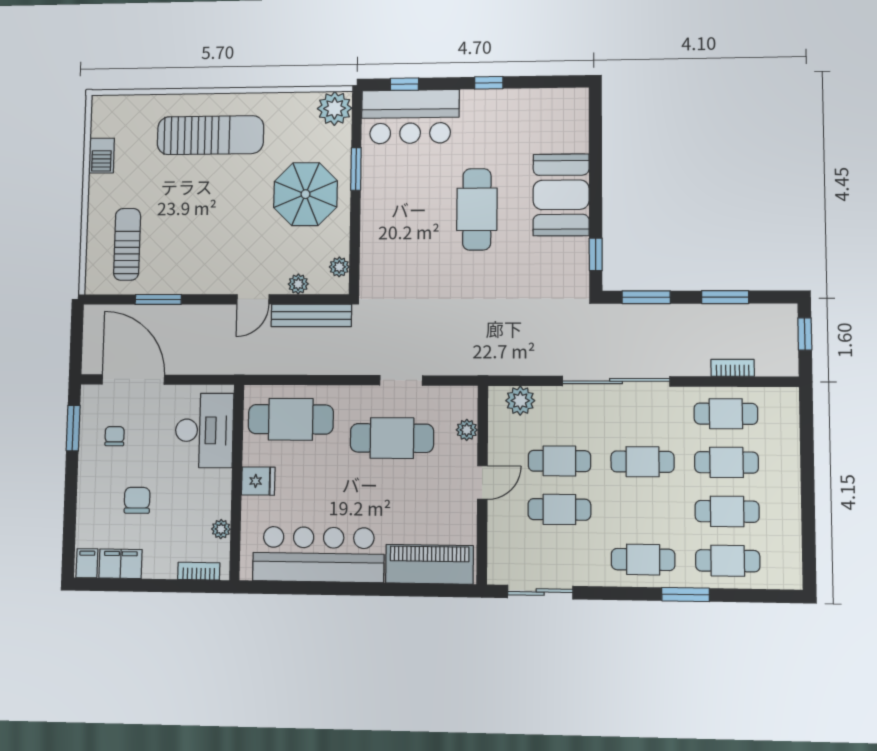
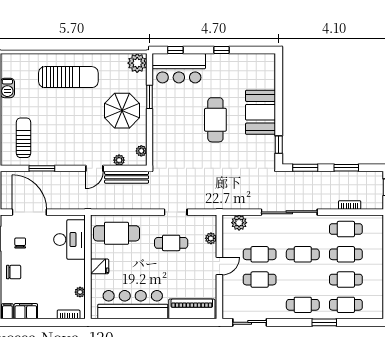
cafe table: (392, 438) -> (171, 243), width x0.73, depth x0.74
chair: (137, 500) -> (14, 272), moved, turned 90

